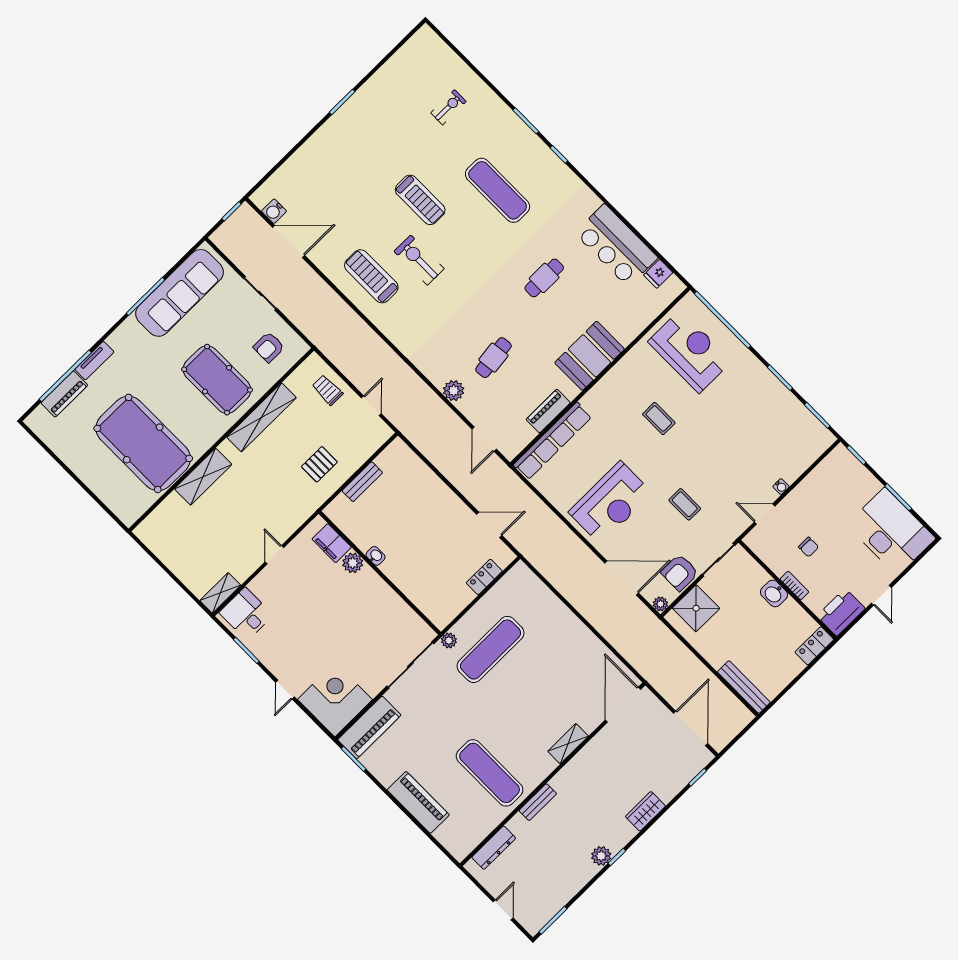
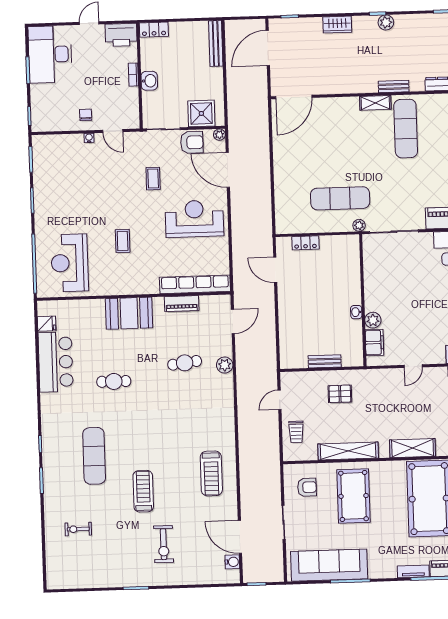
exercise bike: (419, 260) -> (164, 544), moved
chair: (809, 547) -> (86, 115), moved
shelving: (568, 744) -> (375, 103), moved

